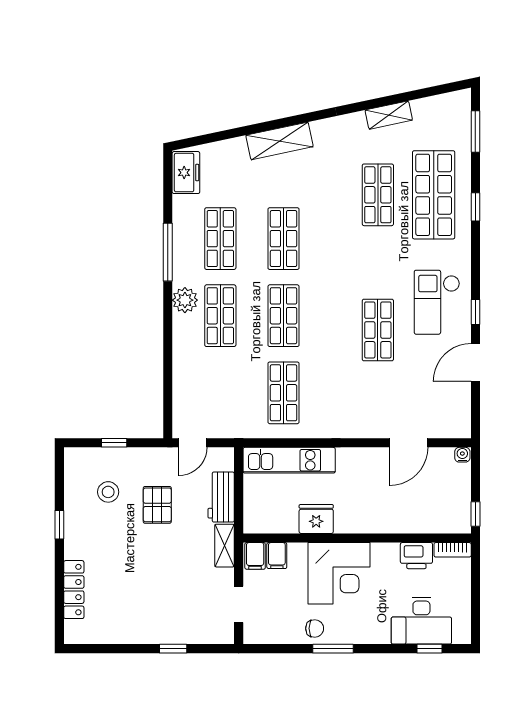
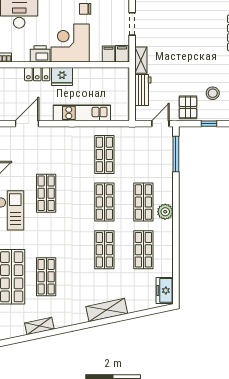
window: (168, 252) -> (176, 154), moved
kitchen unit: (289, 460) -> (82, 113), moved
pallet: (157, 505) -> (188, 107), moved
fridge: (316, 519) -> (62, 76), moved
locker: (392, 523) -> (37, 74), added
printer: (416, 556) -> (40, 54), moved

